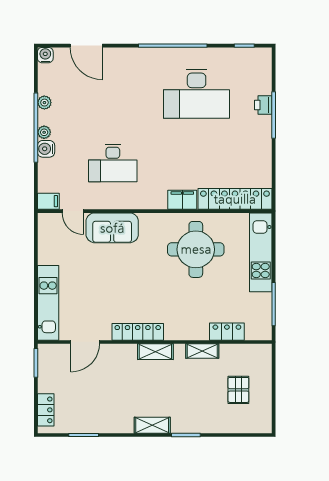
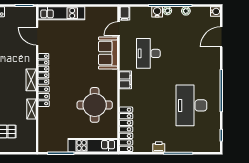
printer: (263, 105) -> (159, 147), moved
filing cabinet: (182, 200) -> (126, 80), moved
locker: (227, 332) -> (44, 96), moved

